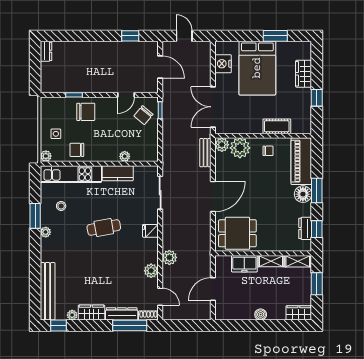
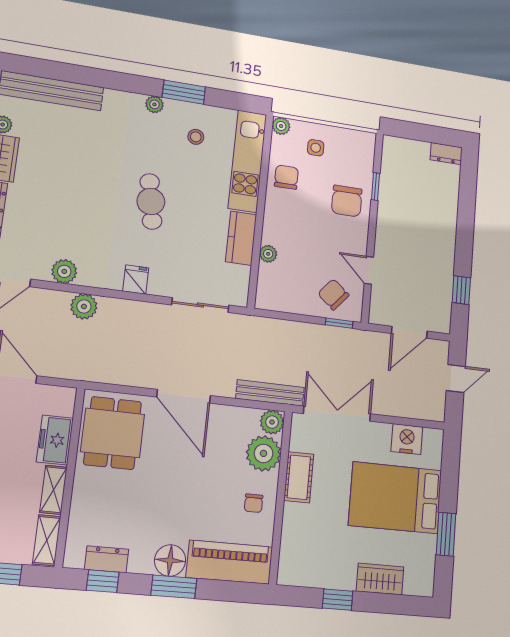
cot: (277, 126) -> (299, 477), moved
bench: (205, 153) -> (270, 393), width x1.36

